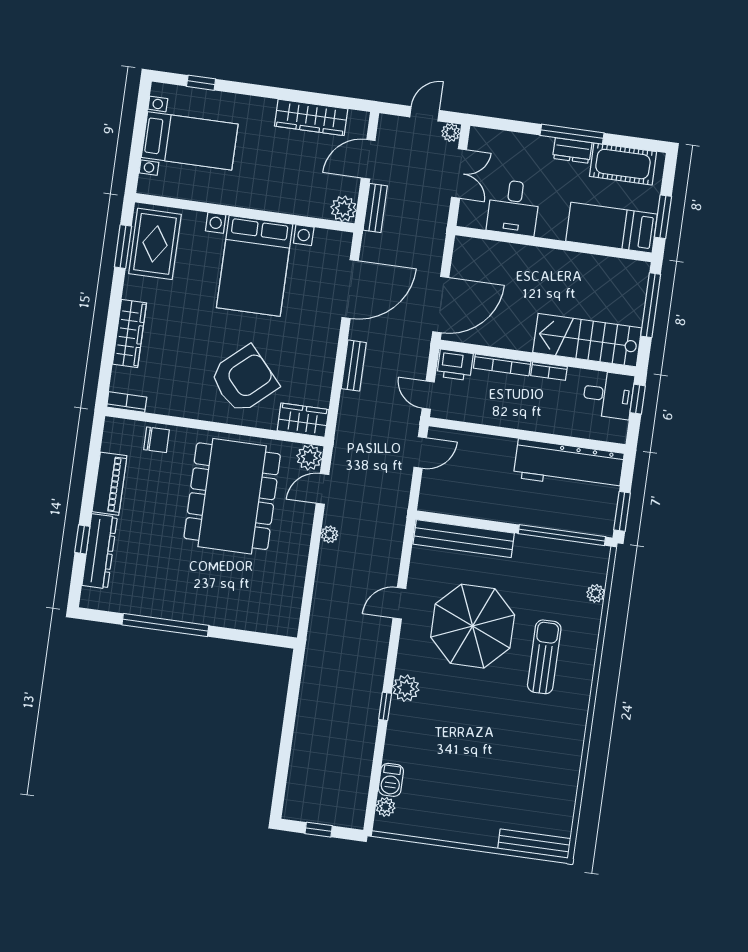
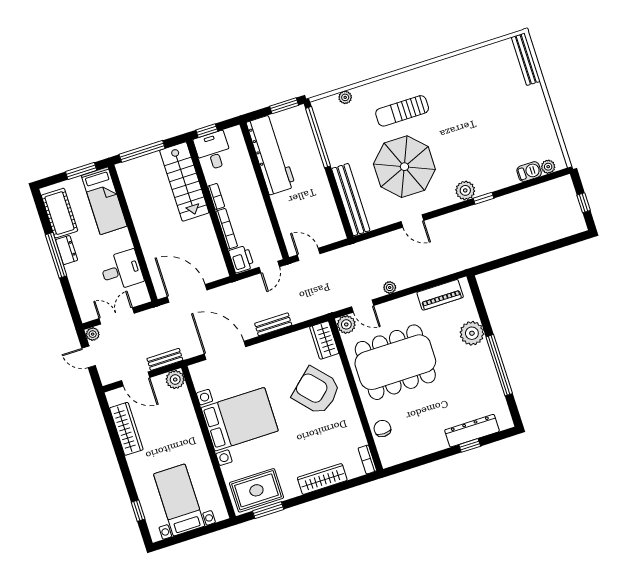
door: (441, 305) -> (187, 293), moved
piano: (109, 484) -> (440, 295), moved, turned 180
plant: (222, 610) -> (472, 333), added

